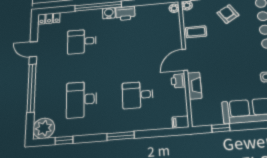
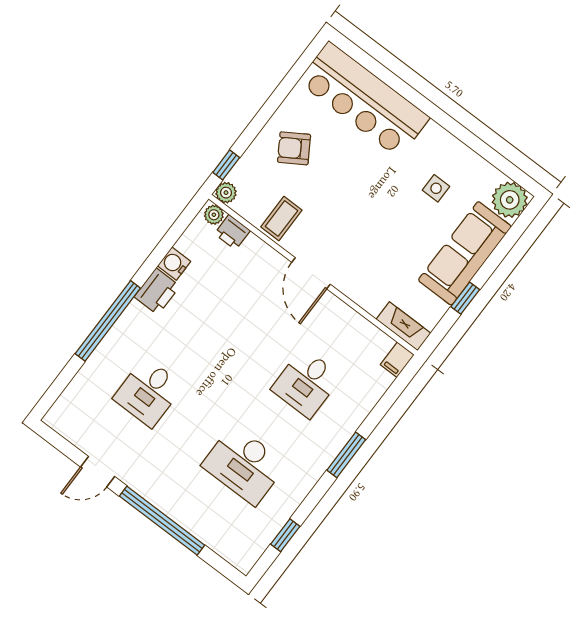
water cooler: (109, 13) -> (174, 264), moved
locker: (49, 18) -> (63, 409), removed
printer: (178, 81) -> (232, 232), moved
fireplace: (195, 86) -> (403, 326), moved
plant: (44, 128) -> (242, 549), removed
window: (221, 128) -> (465, 298), moved

